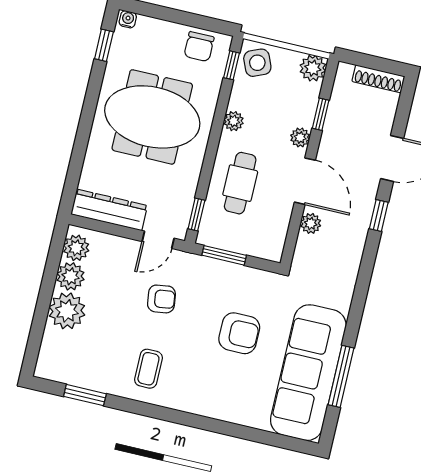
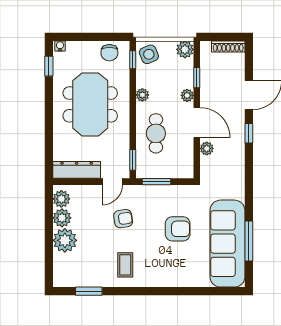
meeting table: (152, 117) -> (90, 104), turned 90

